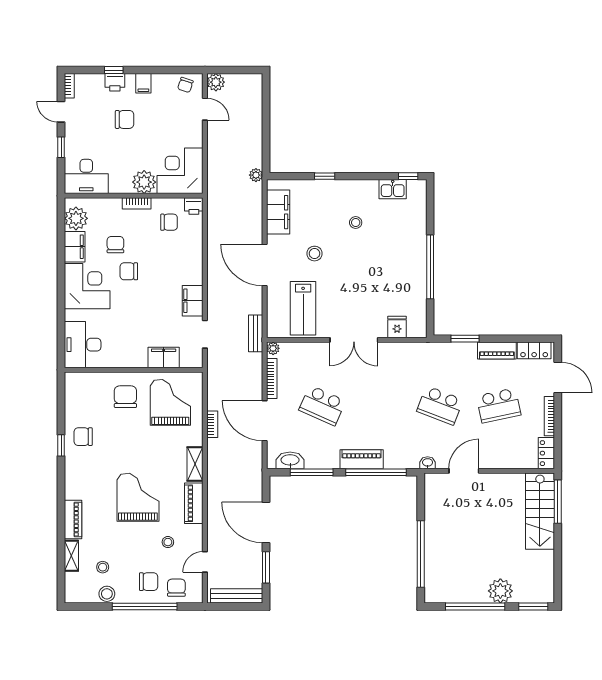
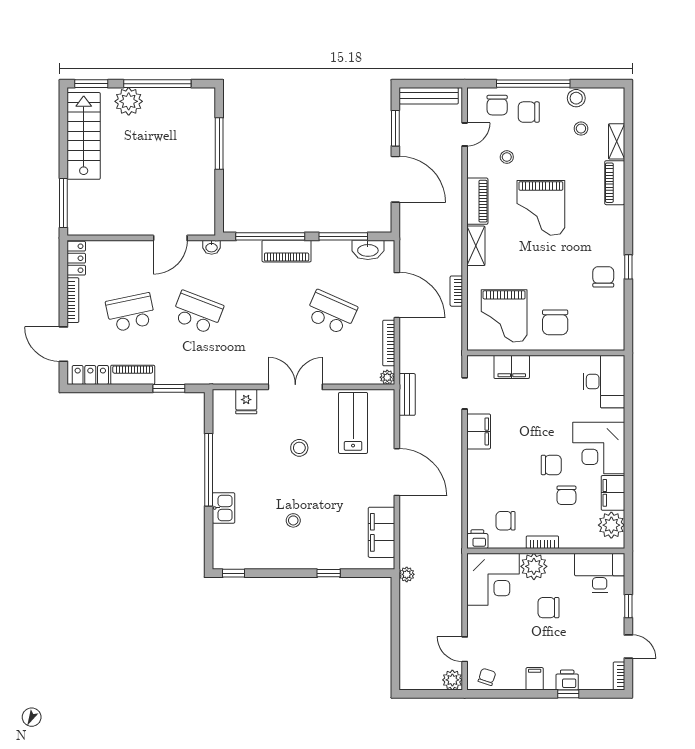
chair: (125, 119) -> (548, 608), moved
kitchen sink: (393, 189) -> (224, 508), moved, turned 90
stool: (314, 254) -> (299, 448), moved
chair: (83, 437) -> (603, 277), turned -90
stairs: (540, 511) -> (84, 136), moved
window: (421, 554) -> (219, 144), width x0.68

